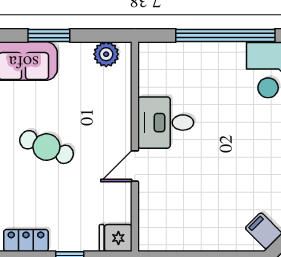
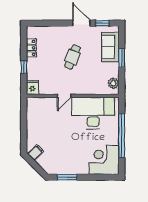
desk: (166, 123) -> (93, 113), width x1.87, depth x1.30
door: (135, 166) -> (64, 96), swing flipped

